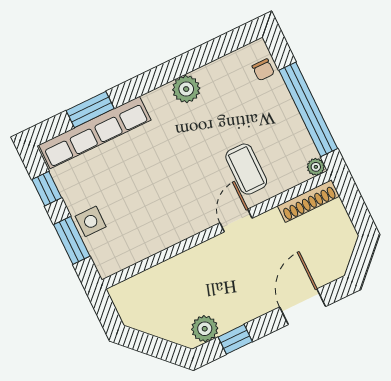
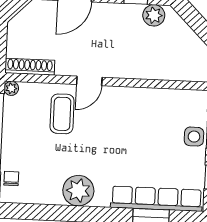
plant: (186, 89) -> (78, 191), width x1.36, depth x1.36

